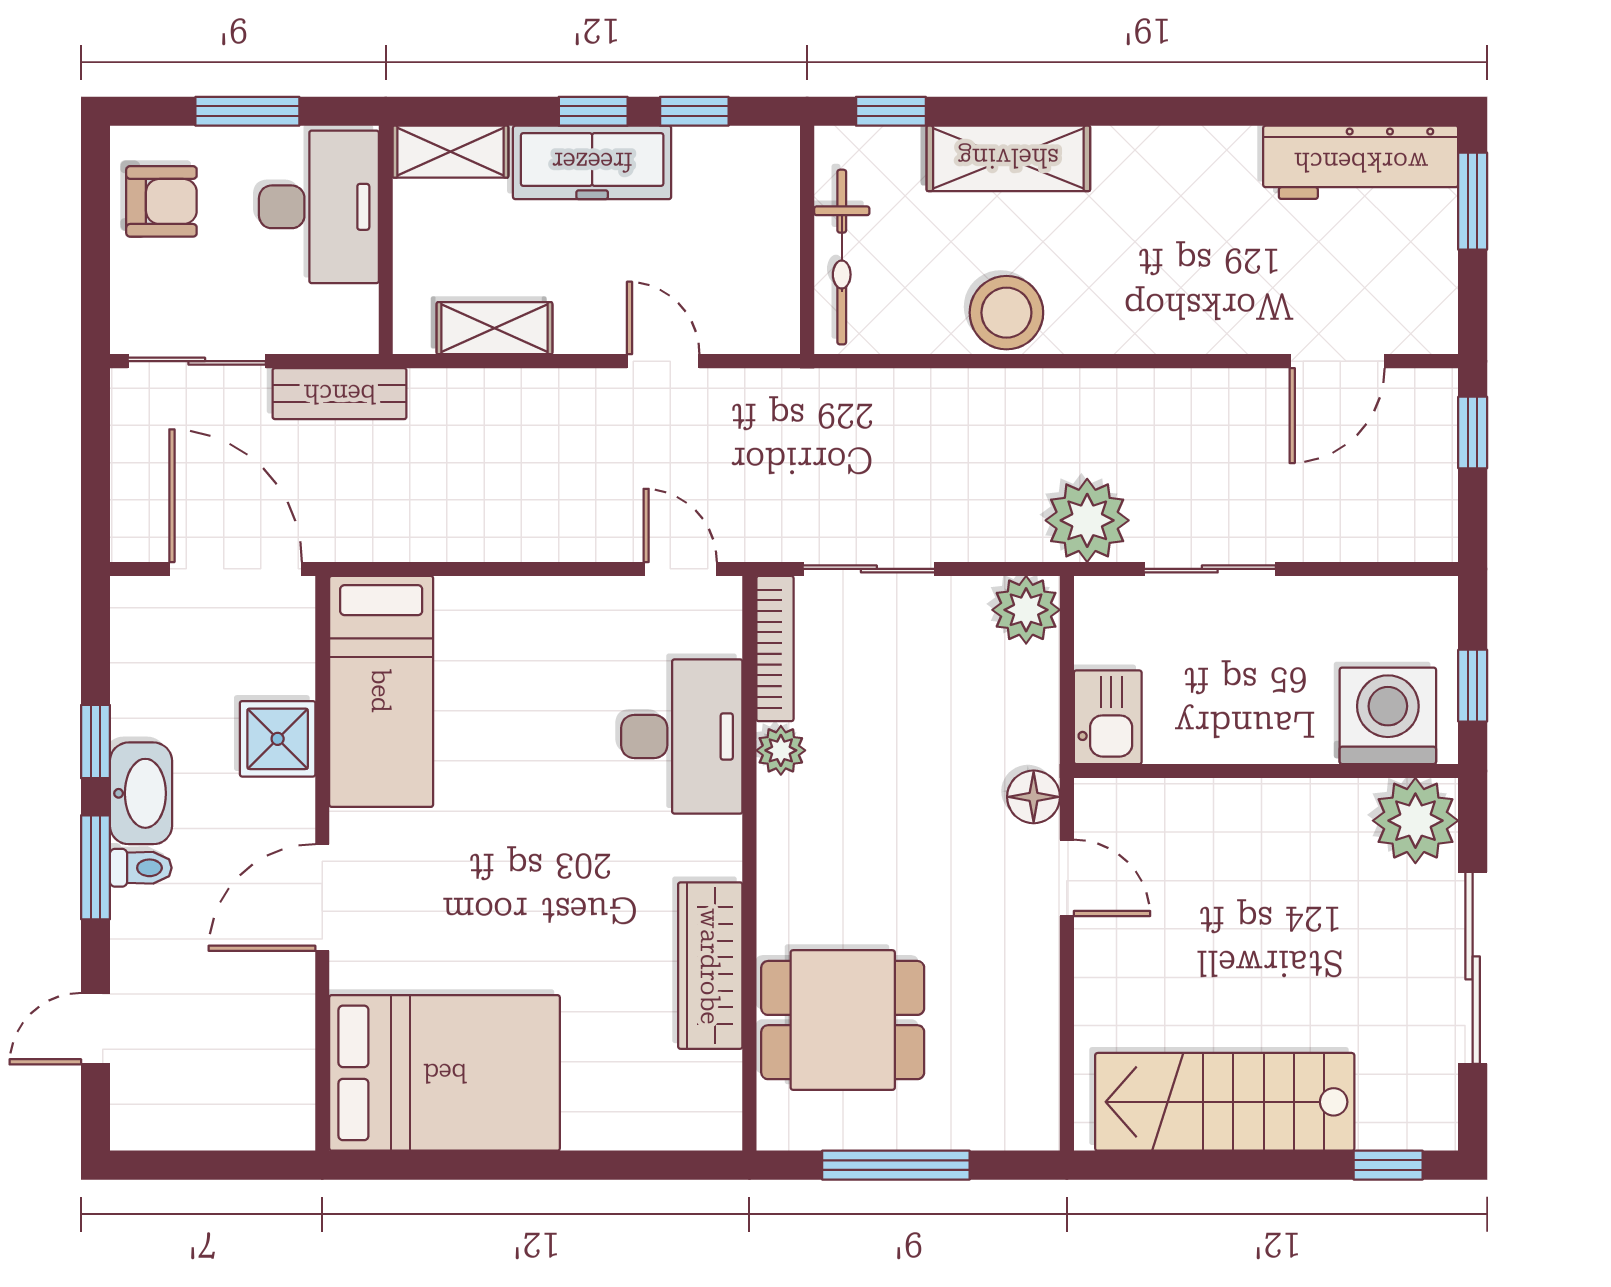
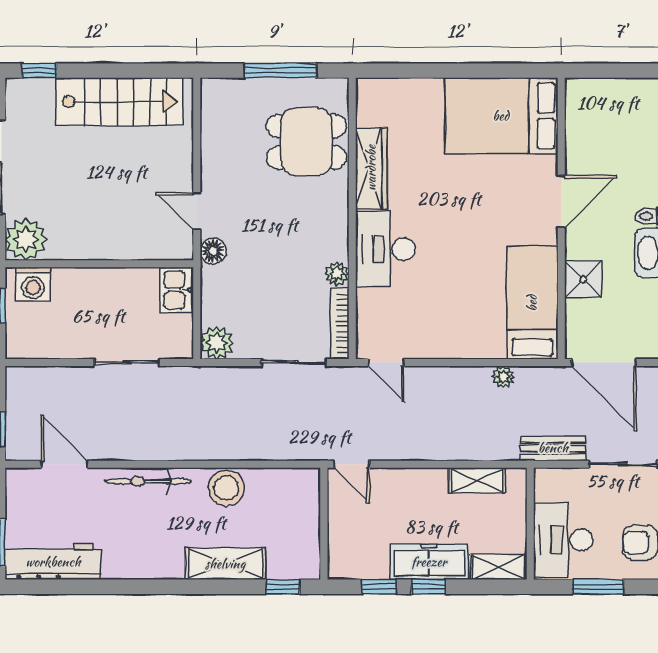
bicycle: (842, 257) -> (148, 481), moved, turned -90
door: (663, 361) -> (352, 464), moved
door: (1337, 361) -> (64, 464), hinge flipped
plant: (1087, 520) -> (503, 377), moved, width x0.53, depth x0.53
washing machine: (1388, 716) -> (33, 284), width x0.73, depth x0.73
desk: (682, 737) -> (385, 249), moved

